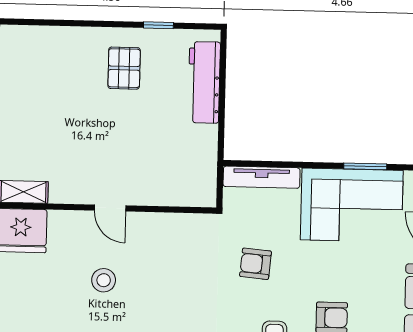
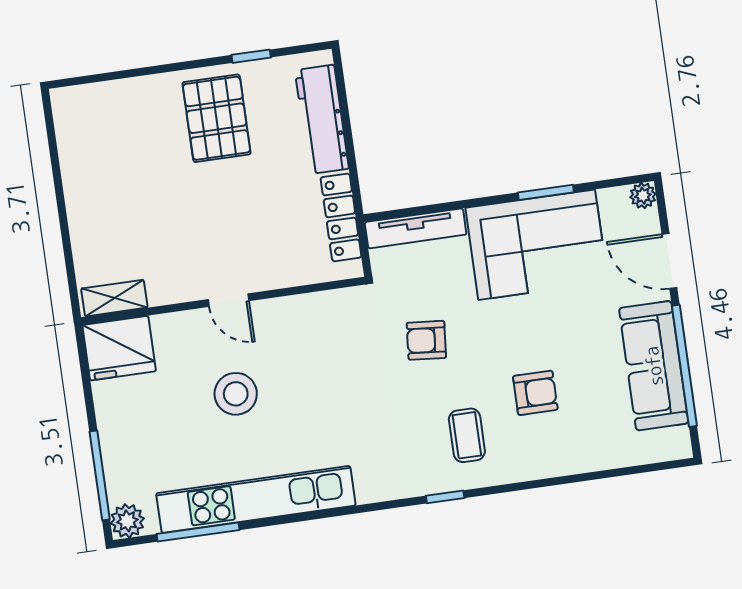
pallet: (124, 68) -> (217, 118), width x1.50, depth x1.42
locker: (206, 159) -> (341, 217), added
stool: (104, 280) -> (236, 394), width x1.38, depth x1.38

